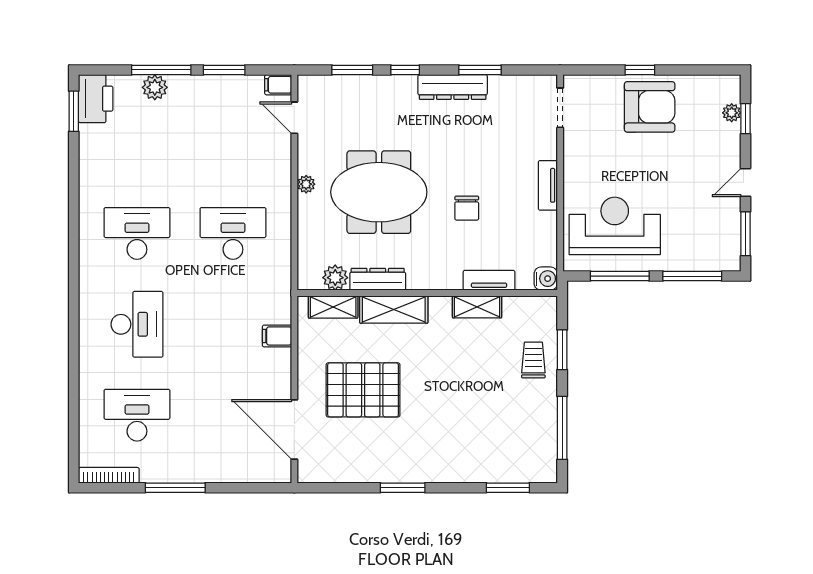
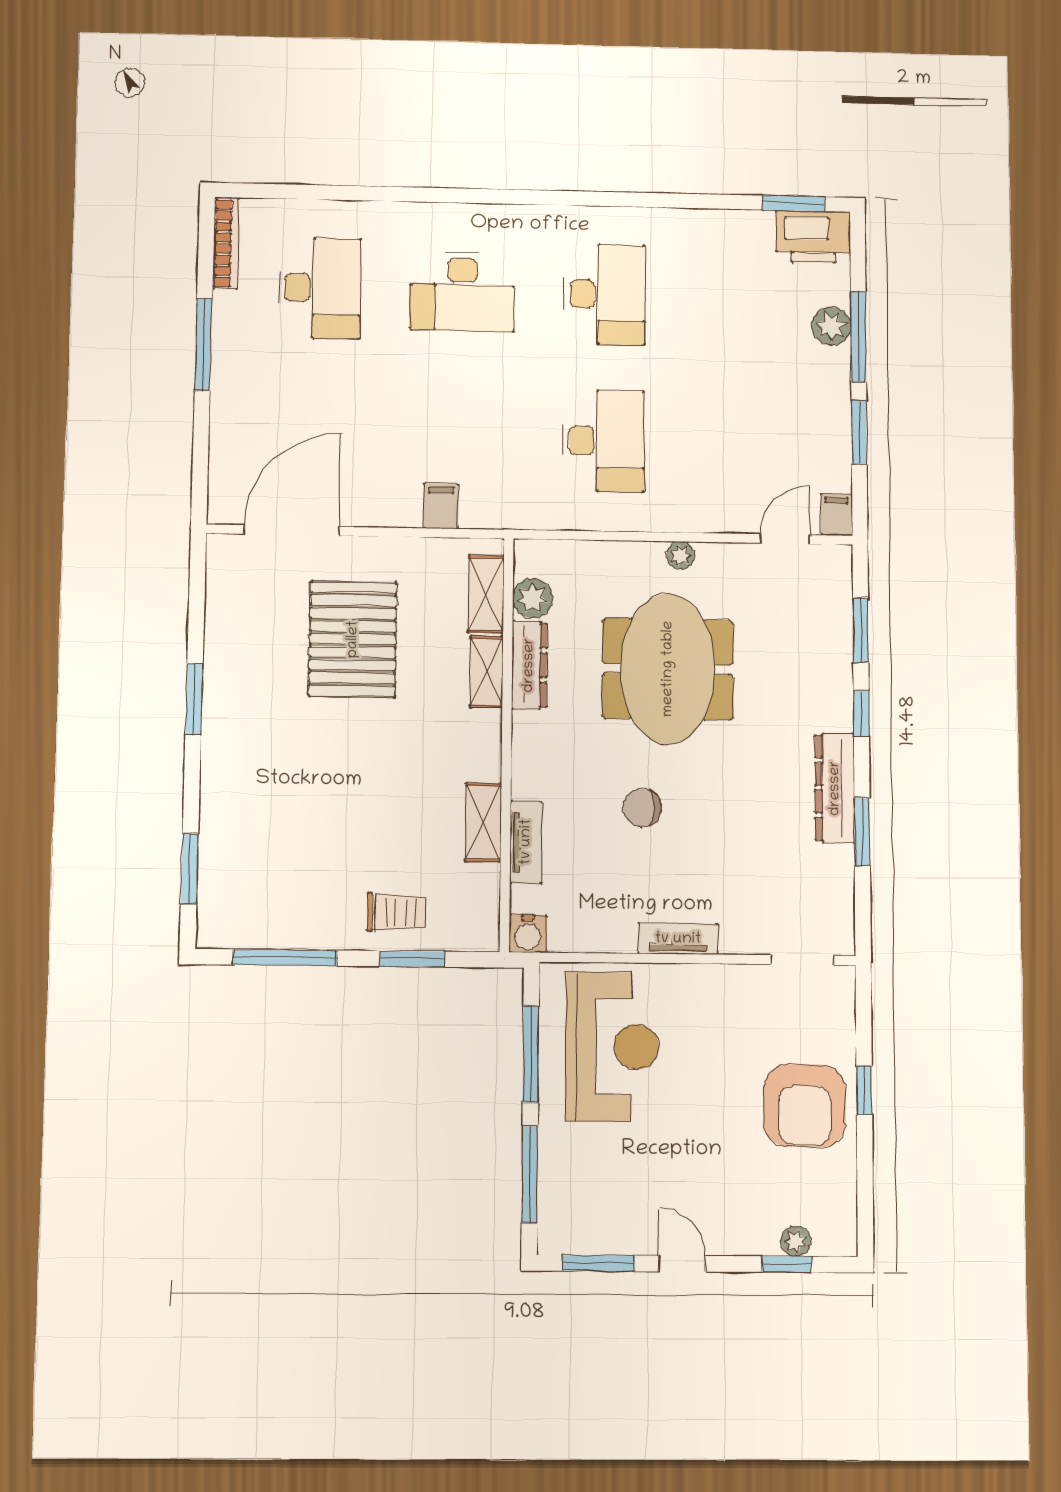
shelving: (394, 309) -> (486, 672), width x0.67, depth x0.75

